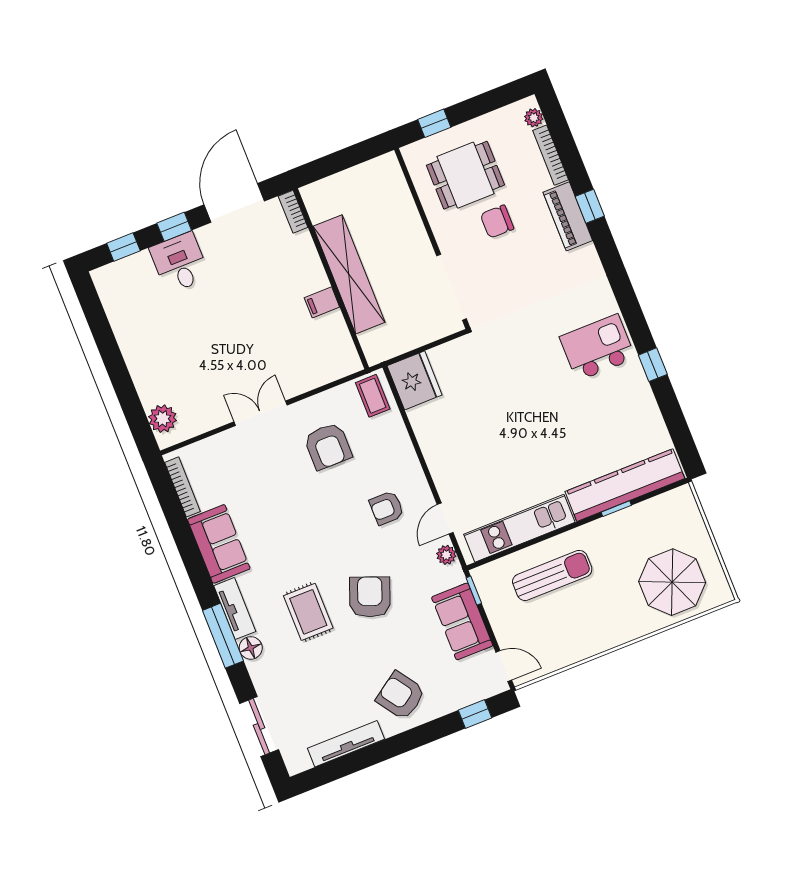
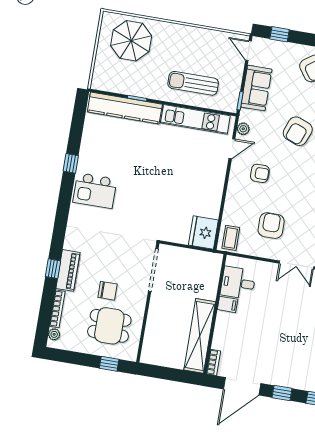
desk: (180, 263) -> (238, 283), moved, turned 90
shelving: (349, 274) -> (200, 336), moved

